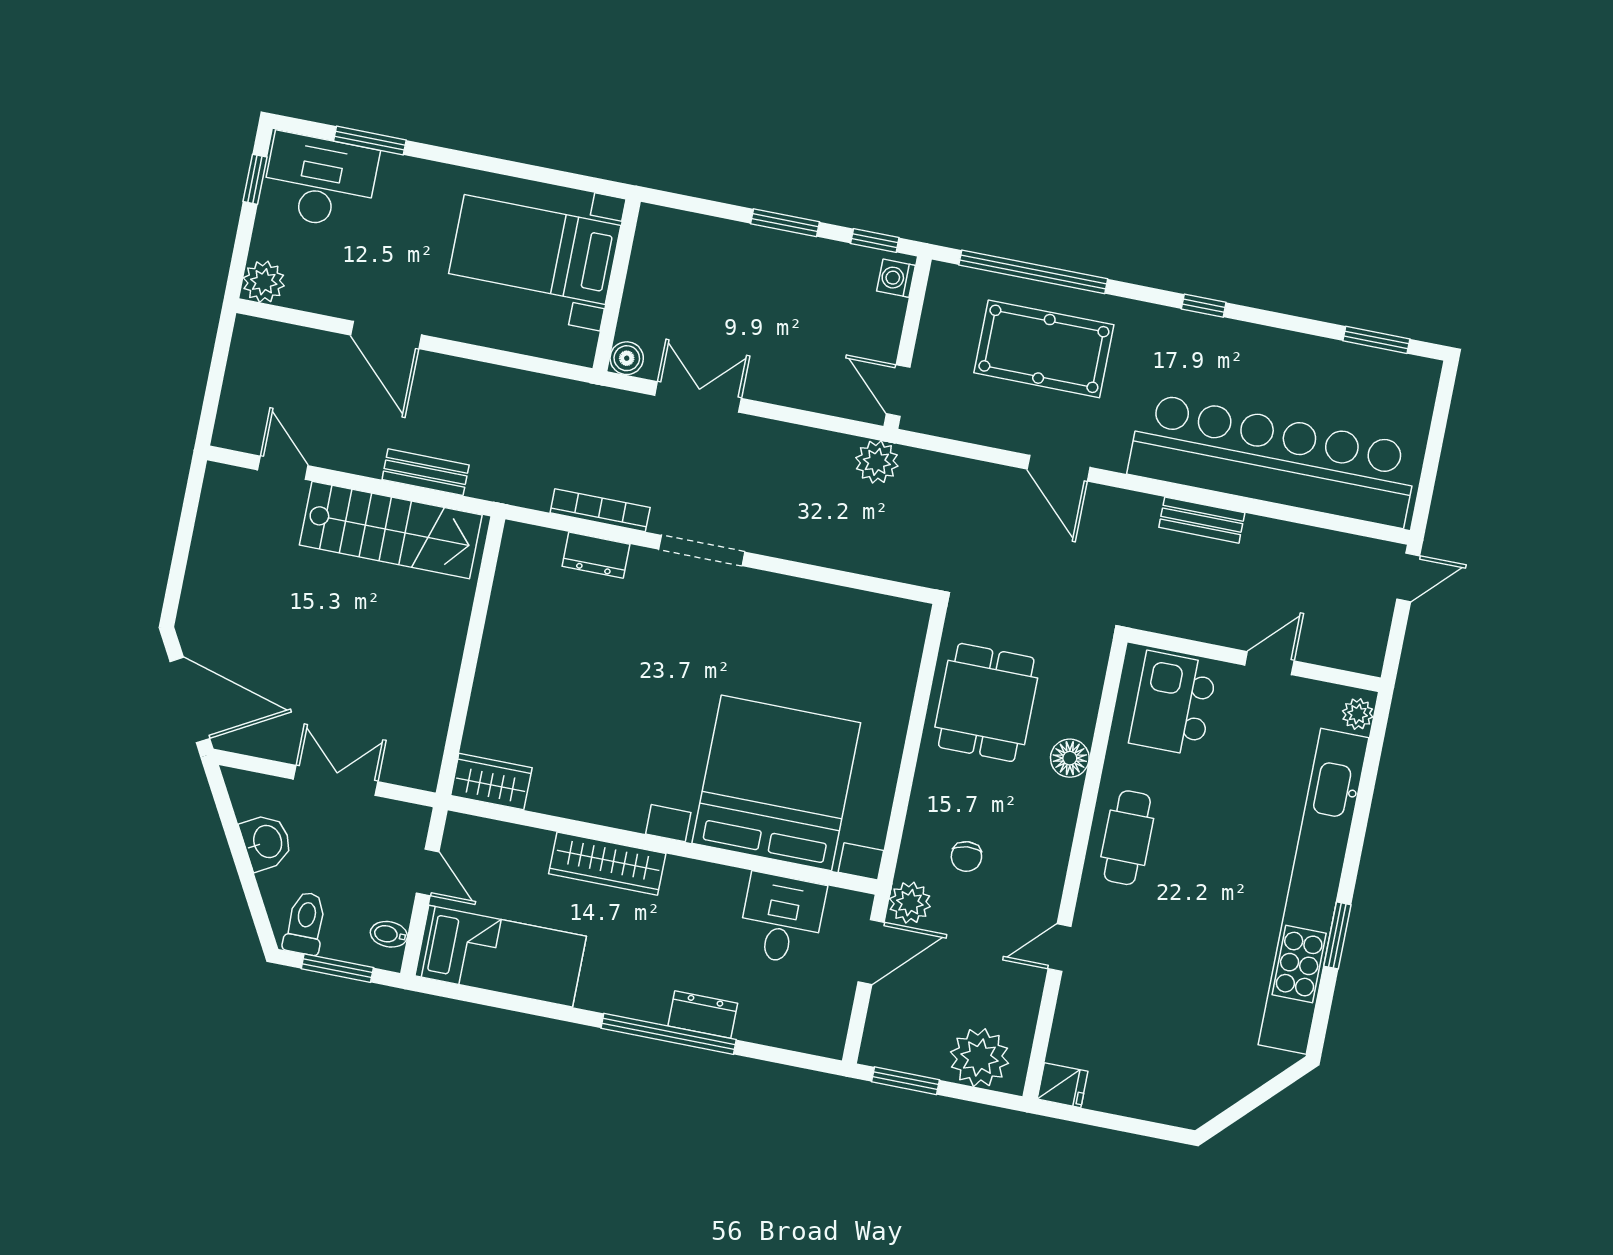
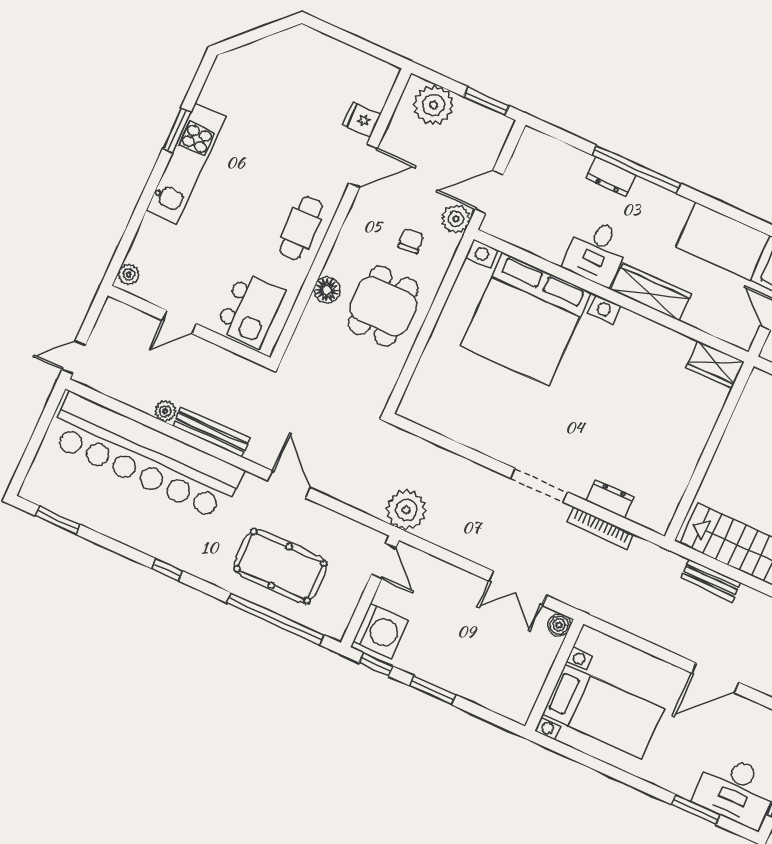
washing machine: (896, 278) -> (381, 631), width x1.89, depth x1.89
door: (386, 335) -> (715, 678), swing flipped
plant: (877, 462) -> (406, 510), width x1.36, depth x1.36
bench: (1202, 520) -> (211, 432), width x1.36
plant: (1260, 531) -> (165, 411), added
dining table: (986, 702) -> (383, 306), moved
kitchen unit: (1314, 891) -> (186, 164), width x0.54
desk: (782, 919) -> (596, 252), moved
door: (1059, 948) -> (363, 166), width x1.38
fridge: (1063, 1085) -> (362, 120), moved

